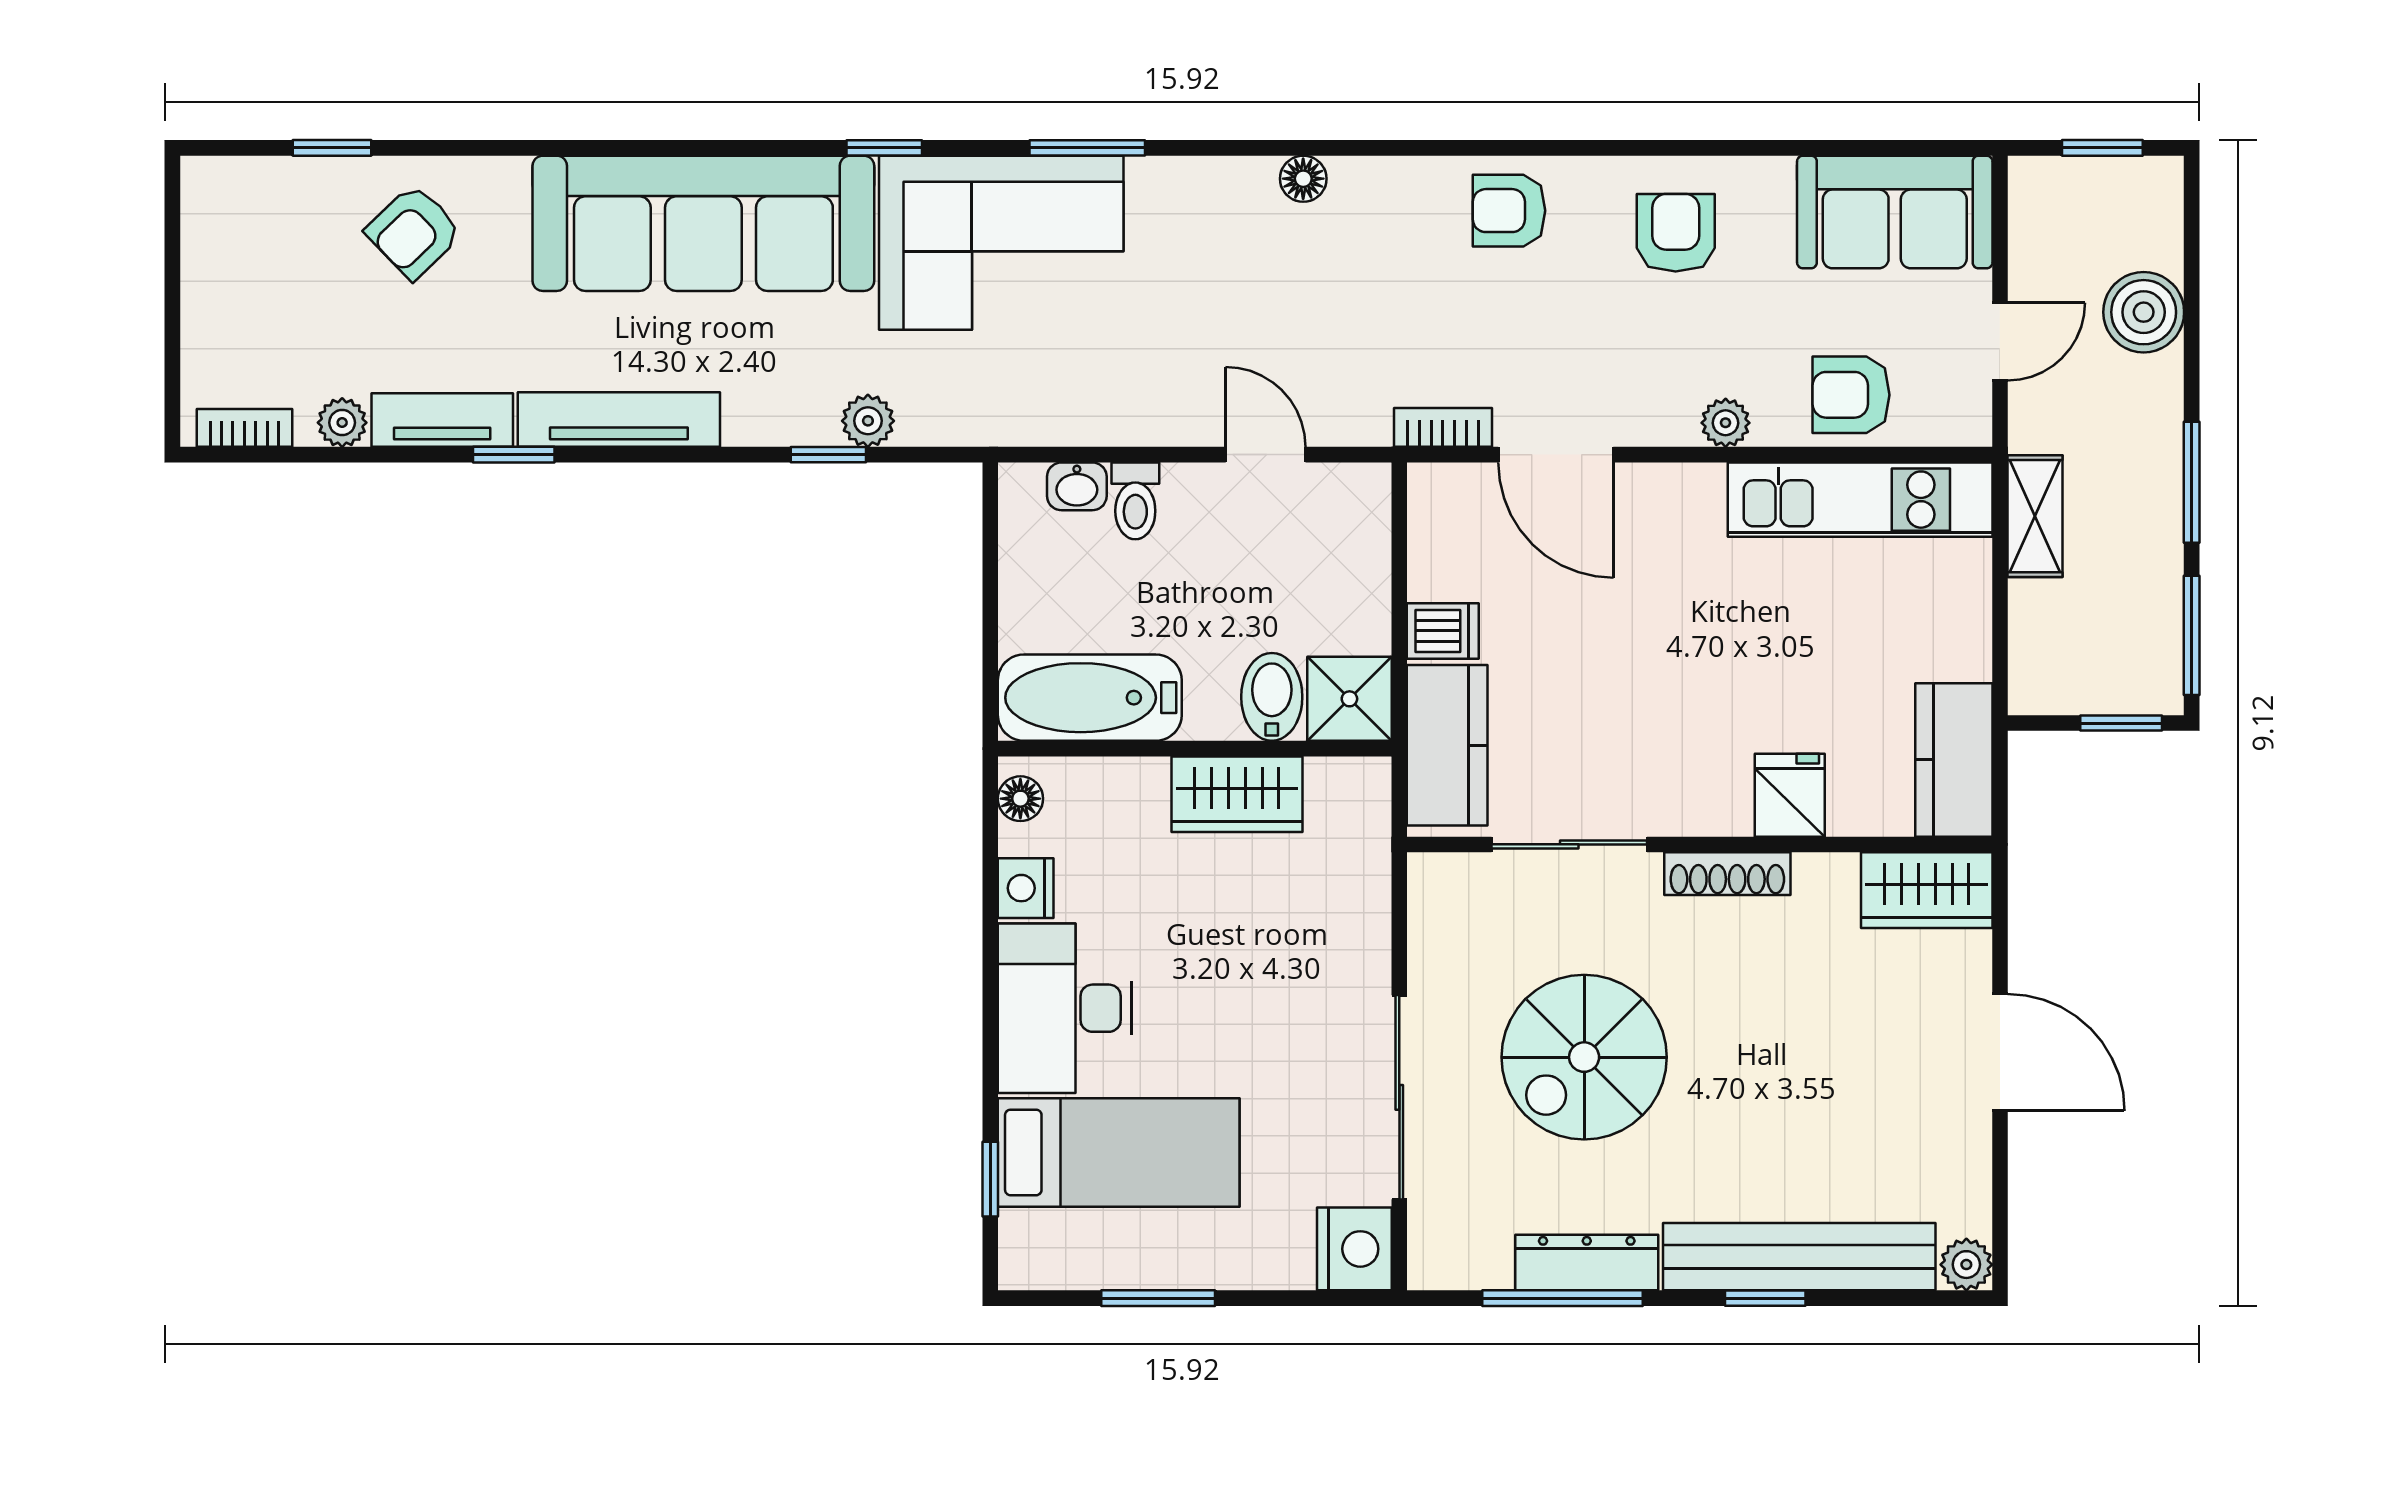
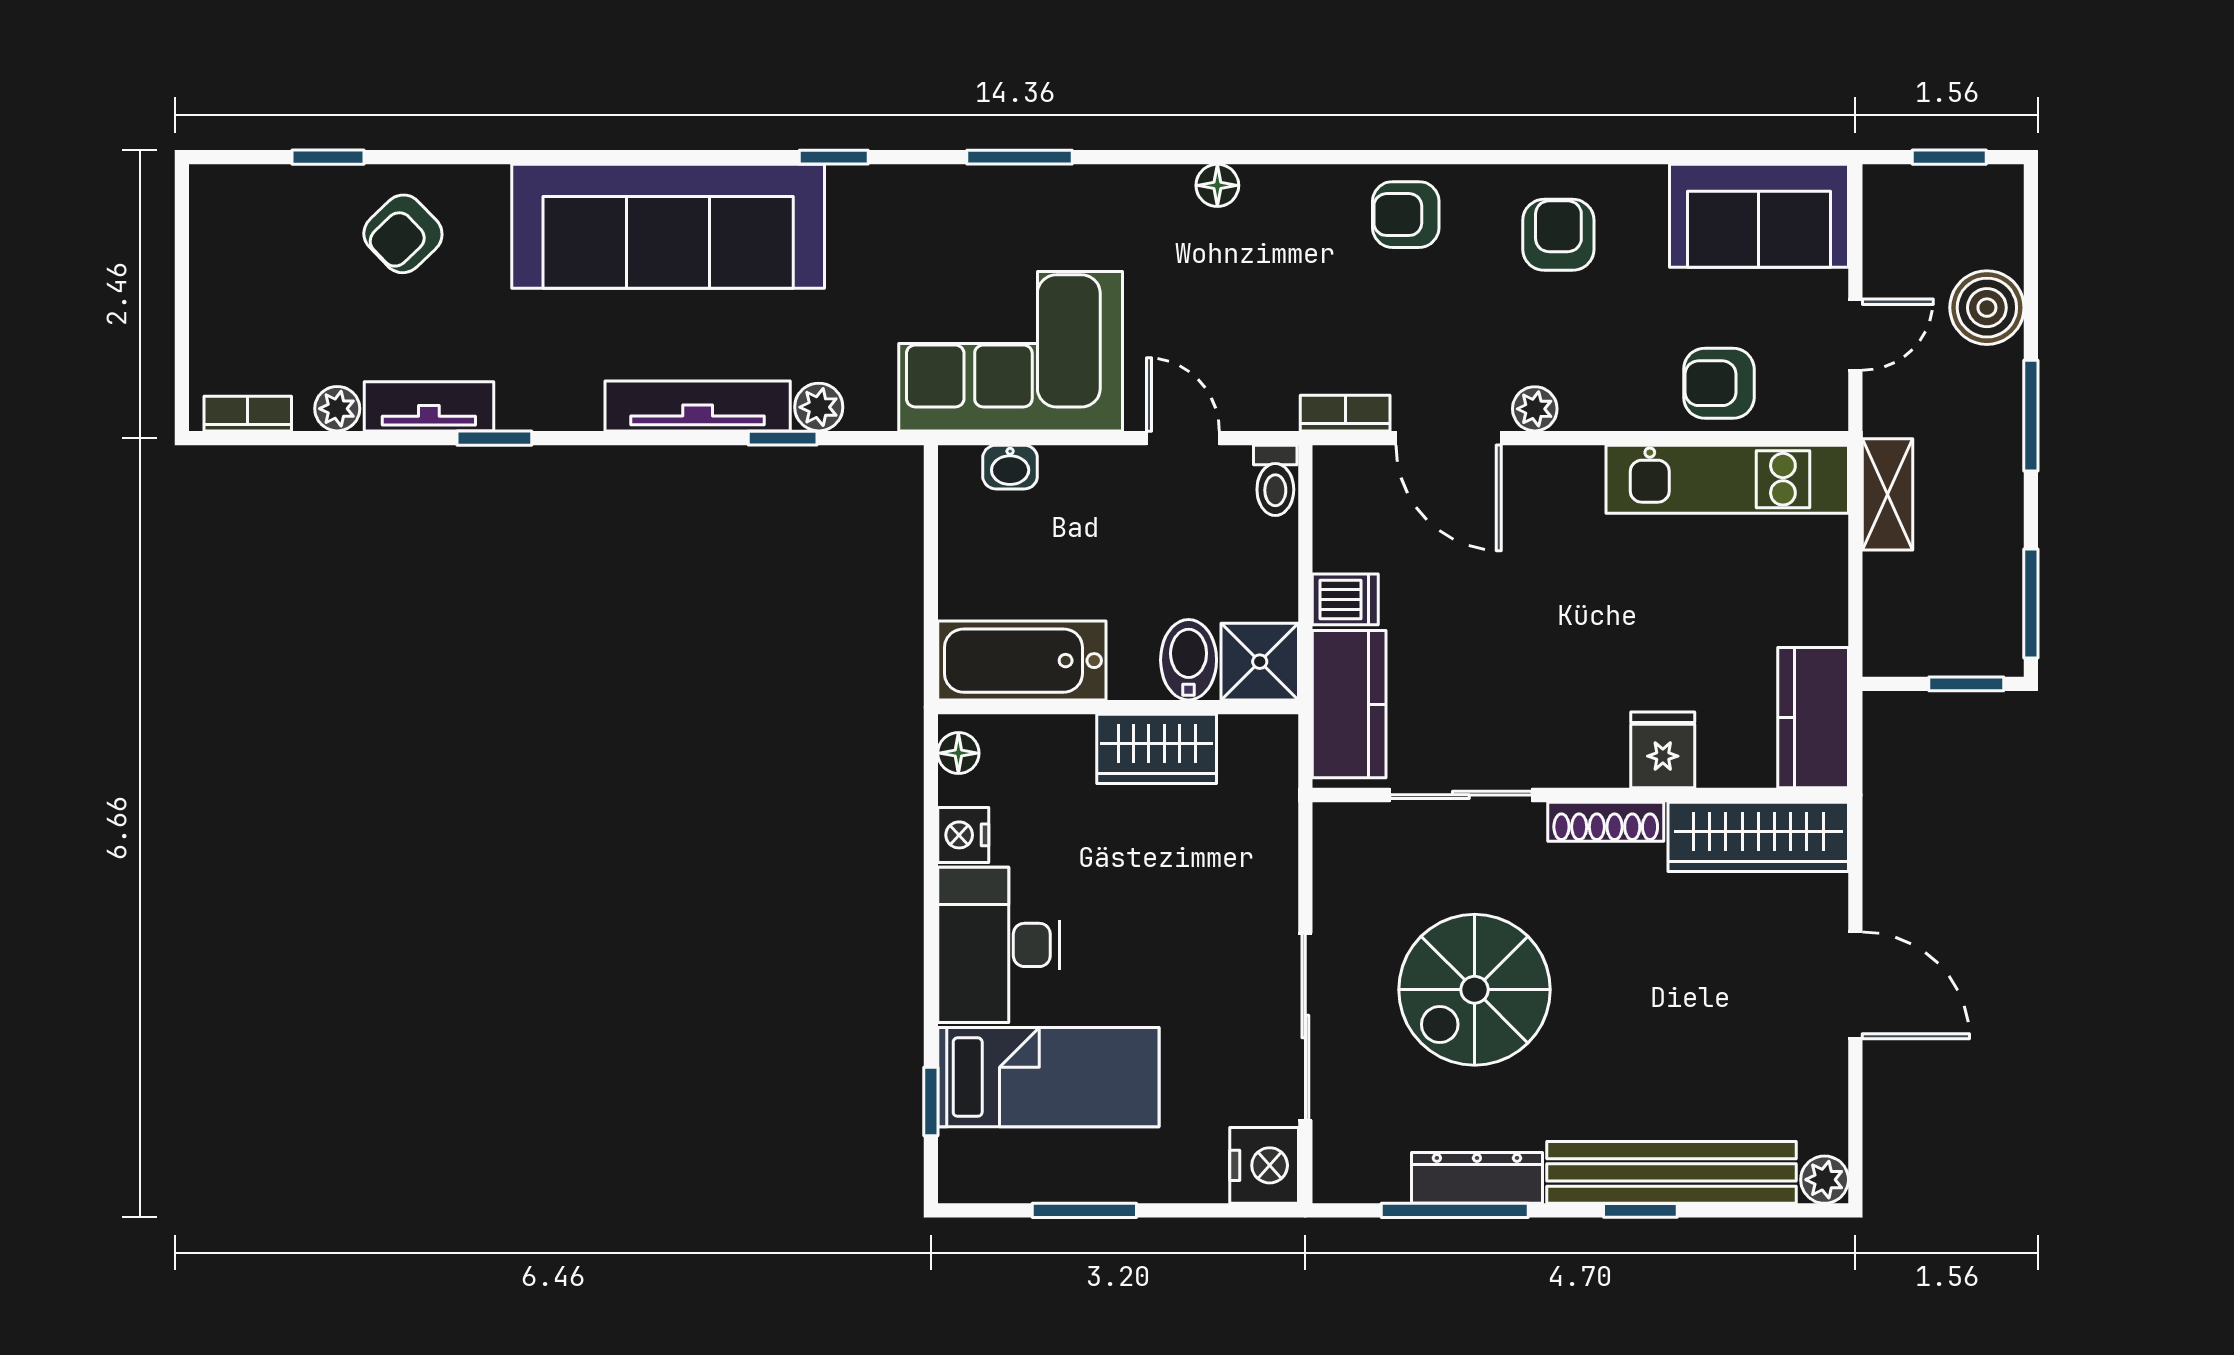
corner sofa: (1001, 243) -> (1011, 351), moved, turned 180
tv unit: (619, 420) -> (698, 406), moved
plant: (1726, 423) -> (1535, 409), moved
window: (2192, 482) -> (2031, 416), moved
toilet: (1135, 501) -> (1275, 480), moved
wardrobe: (1927, 890) -> (1758, 837), width x1.50

